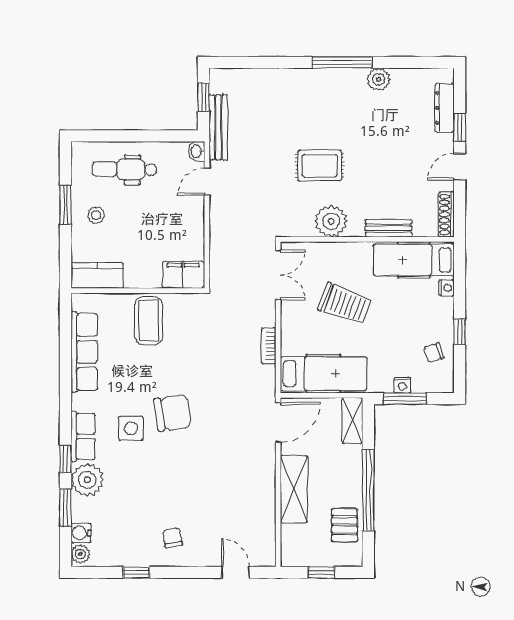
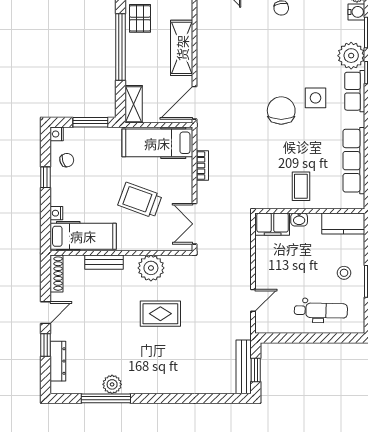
window: (342, 62) -> (106, 398), moved
bench: (218, 127) -> (244, 367), moved
washbasin: (197, 151) -> (299, 219), moved, turned 90
coffee table: (149, 321) -> (301, 186), width x0.73, depth x0.77
nightstand: (402, 385) -> (57, 134), moved, turned -90
chair: (173, 413) -> (281, 111), turned 98

